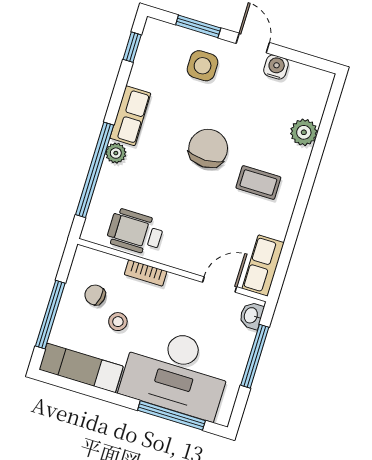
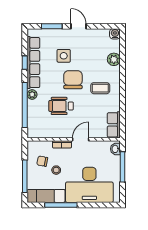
window: (132, 47) -> (25, 63), moved
side table: (203, 66) -> (64, 56), moved
water cooler: (276, 67) -> (115, 34), moved
row of seats: (130, 116) -> (33, 63), width x2.02
wheelchair: (135, 232) -> (61, 106), moved
door: (220, 284) -> (81, 139), moved
window: (171, 415) -> (61, 205), moved

